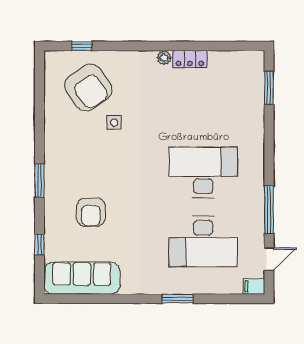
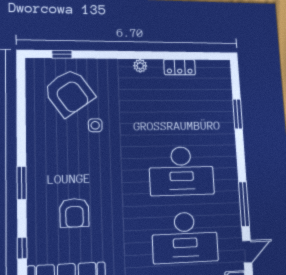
locker: (190, 59) -> (180, 67), moved
window: (269, 88) -> (238, 114), moved
desk: (203, 172) -> (181, 171), turned 180

